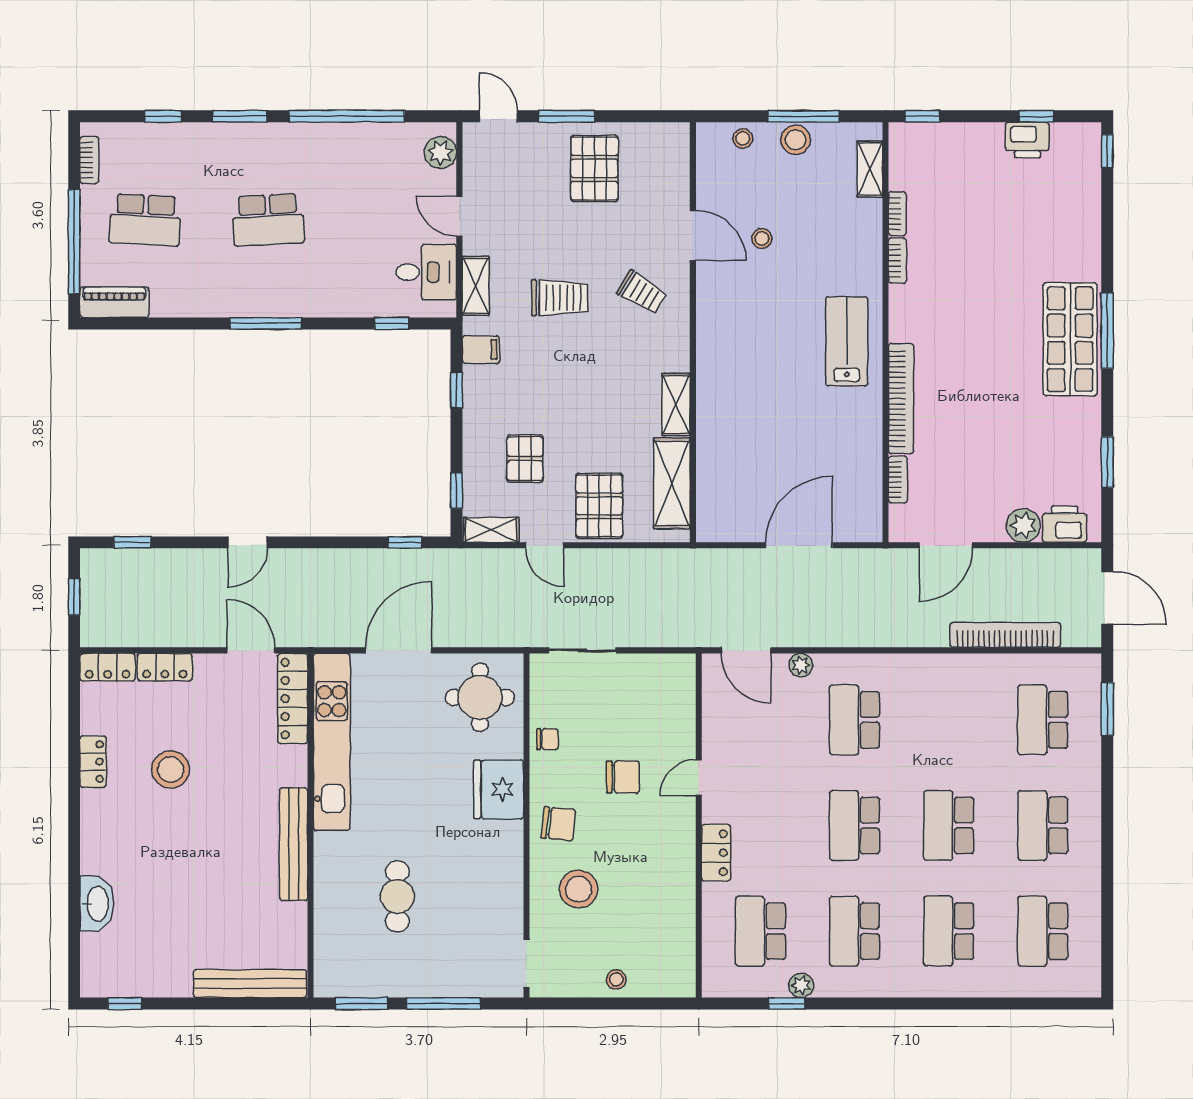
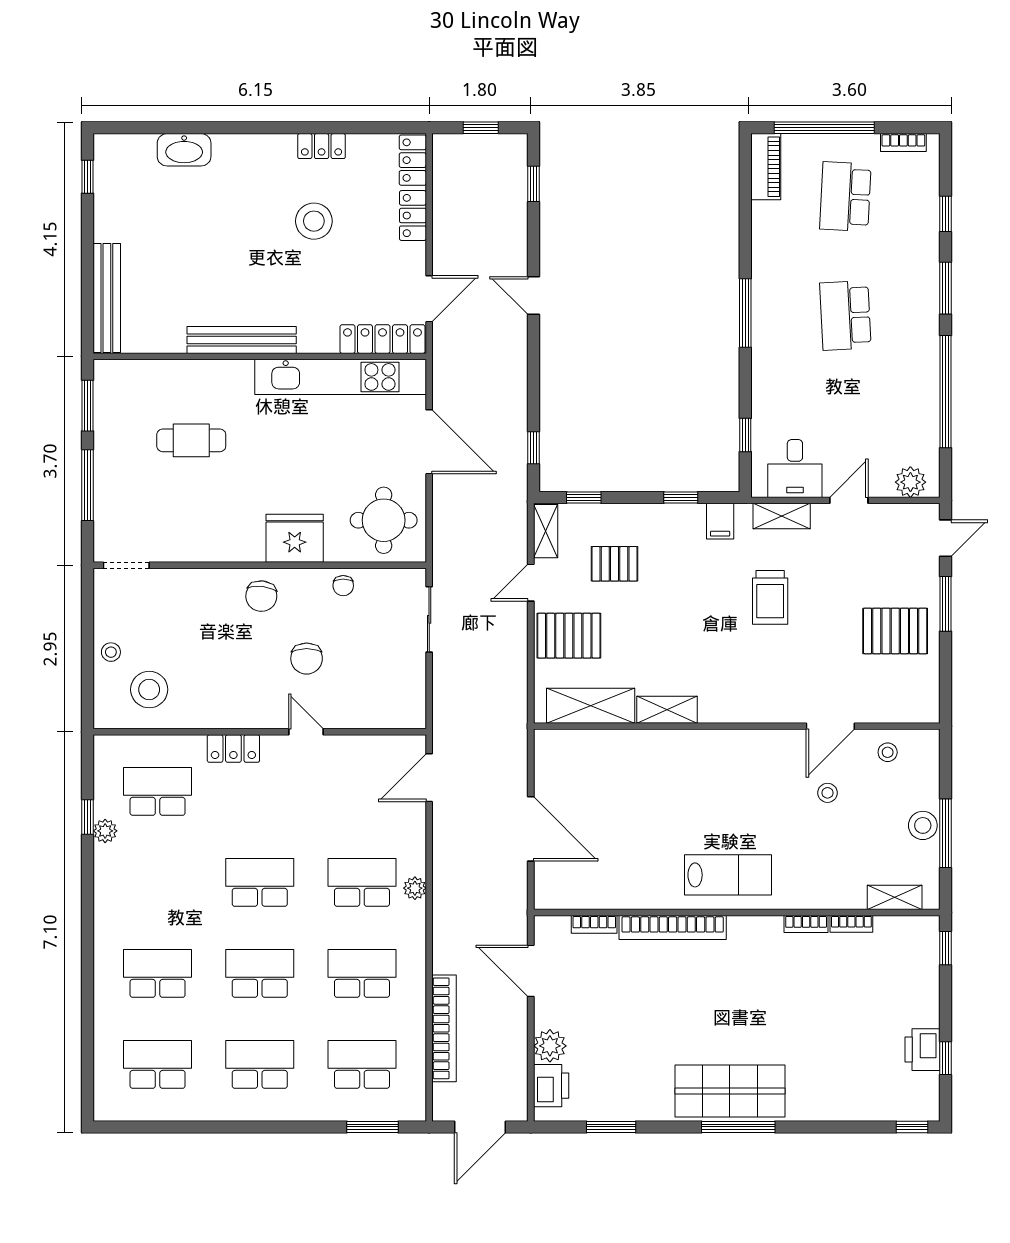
stool: (743, 139) -> (888, 752), moved
trolley: (642, 293) -> (775, 677), removed
plant: (801, 665) -> (415, 888), moved
stool: (579, 889) -> (149, 690), moved
school desk: (854, 931) -> (362, 973), moved

